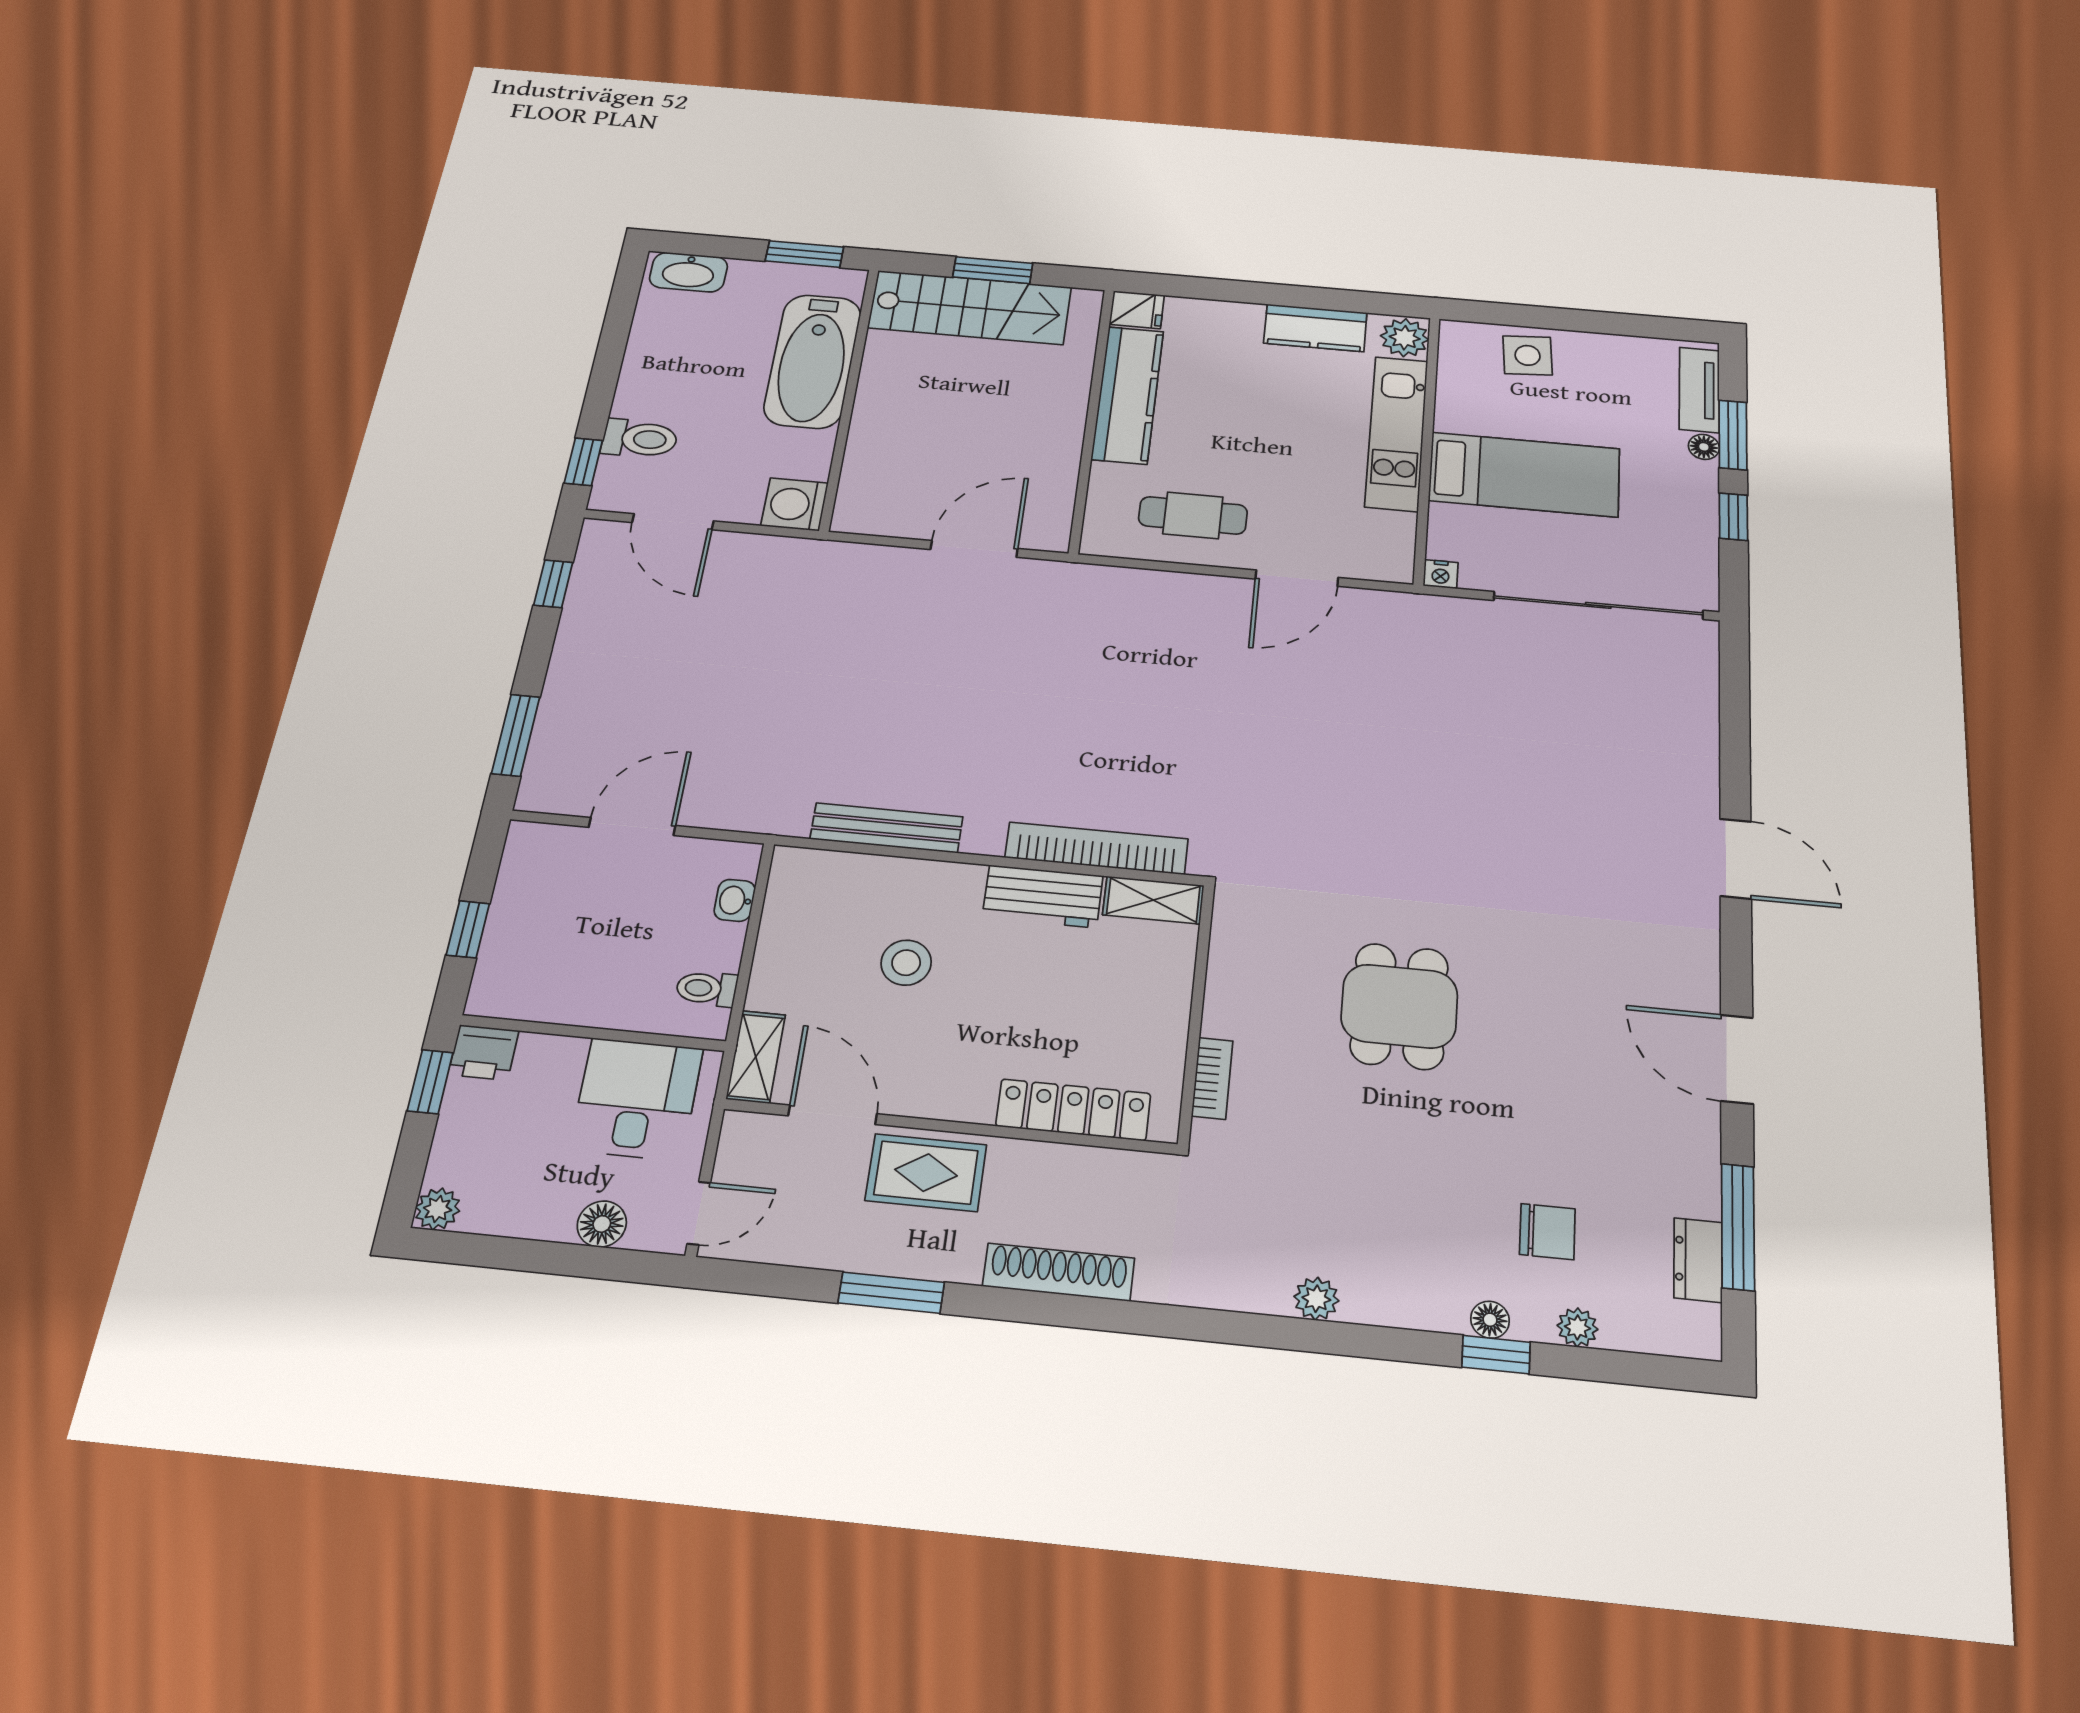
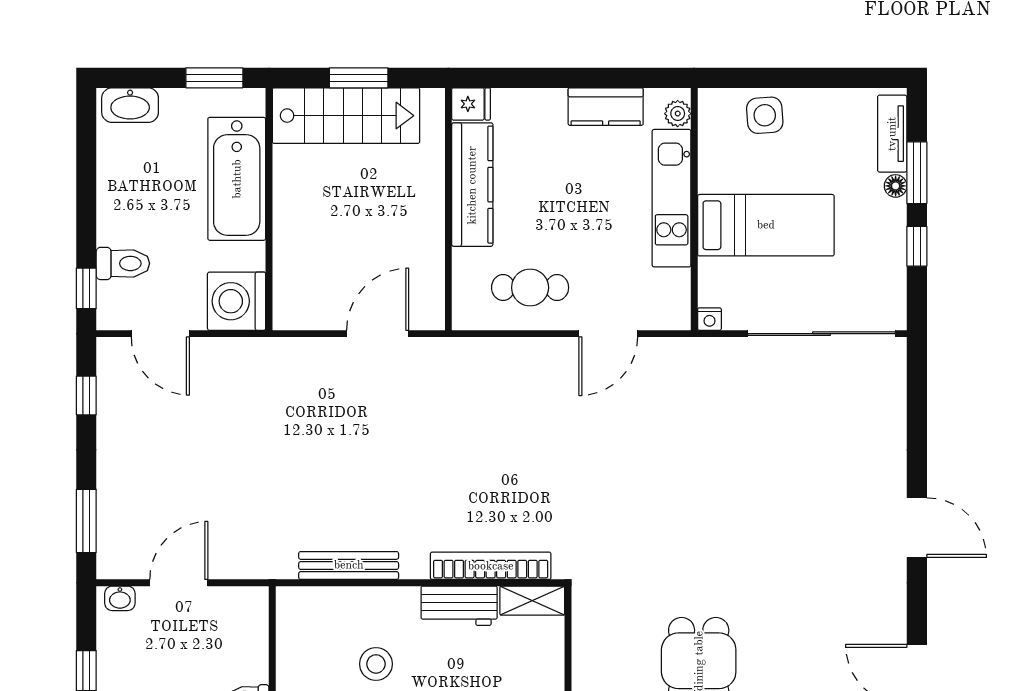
plant: (1405, 338) -> (678, 114), width x0.73, depth x0.73
washing machine: (795, 504) -> (237, 301), width x1.37, depth x1.37
washbasin: (735, 900) -> (120, 598), moved, turned -90

